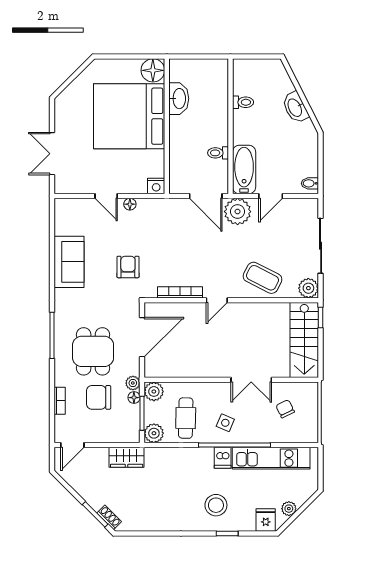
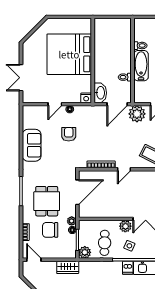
floor lamp: (153, 70) -> (84, 26), removed
washbasin: (179, 99) -> (100, 93), moved
bathtub: (244, 170) -> (141, 66), moved
door: (106, 196) -> (55, 104), hinge flipped
door: (206, 196) -> (117, 104), hinge flipped
armchair: (128, 267) -> (69, 134), moved
plant: (154, 391) -> (125, 226), moved
door: (72, 445) -> (34, 260), swing flipped

